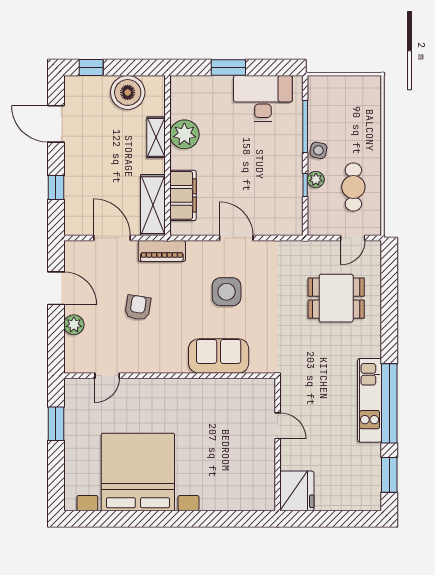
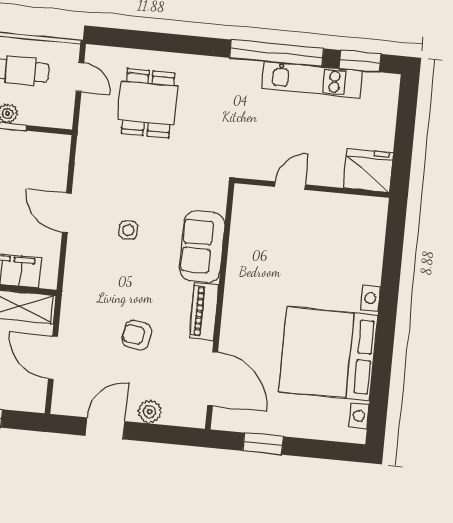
door: (112, 238) -> (53, 358), hinge flipped
door: (236, 238) -> (67, 213), hinge flipped
piano: (162, 251) -> (204, 312), moved, turned 180
side table: (227, 292) -> (128, 230), width x0.54, depth x0.54
door: (107, 376) -> (213, 379), width x1.88
kitchen unit: (370, 400) -> (312, 80), moved

